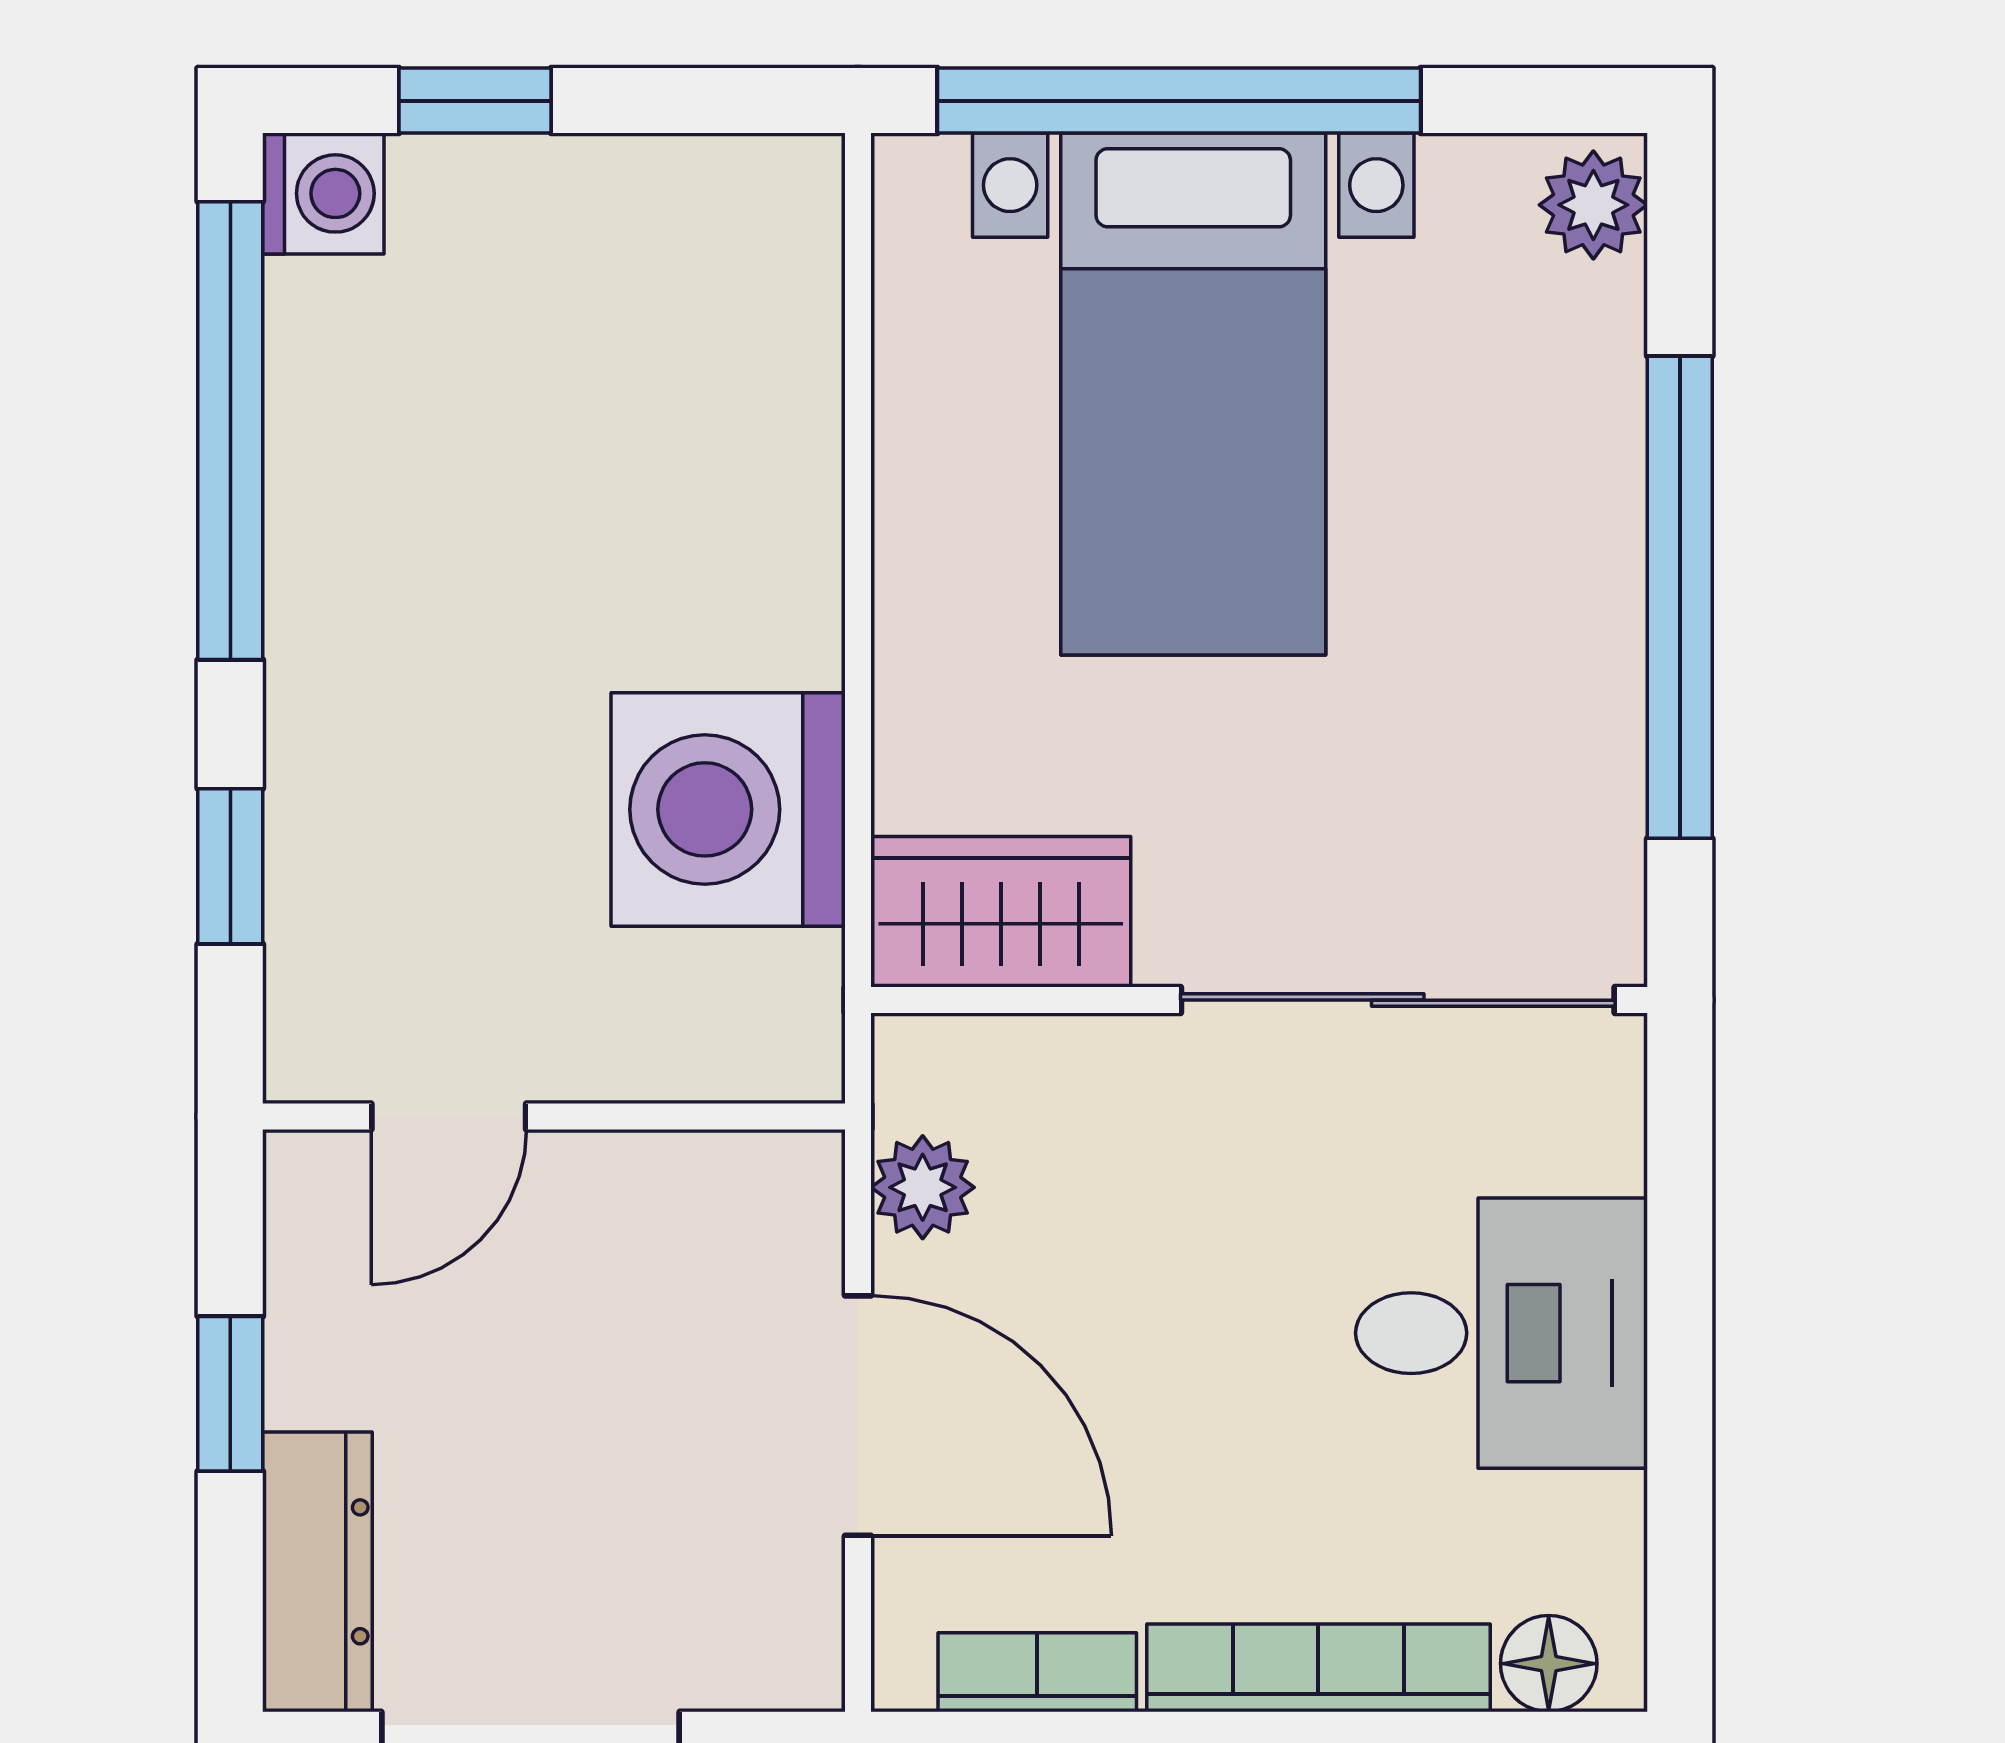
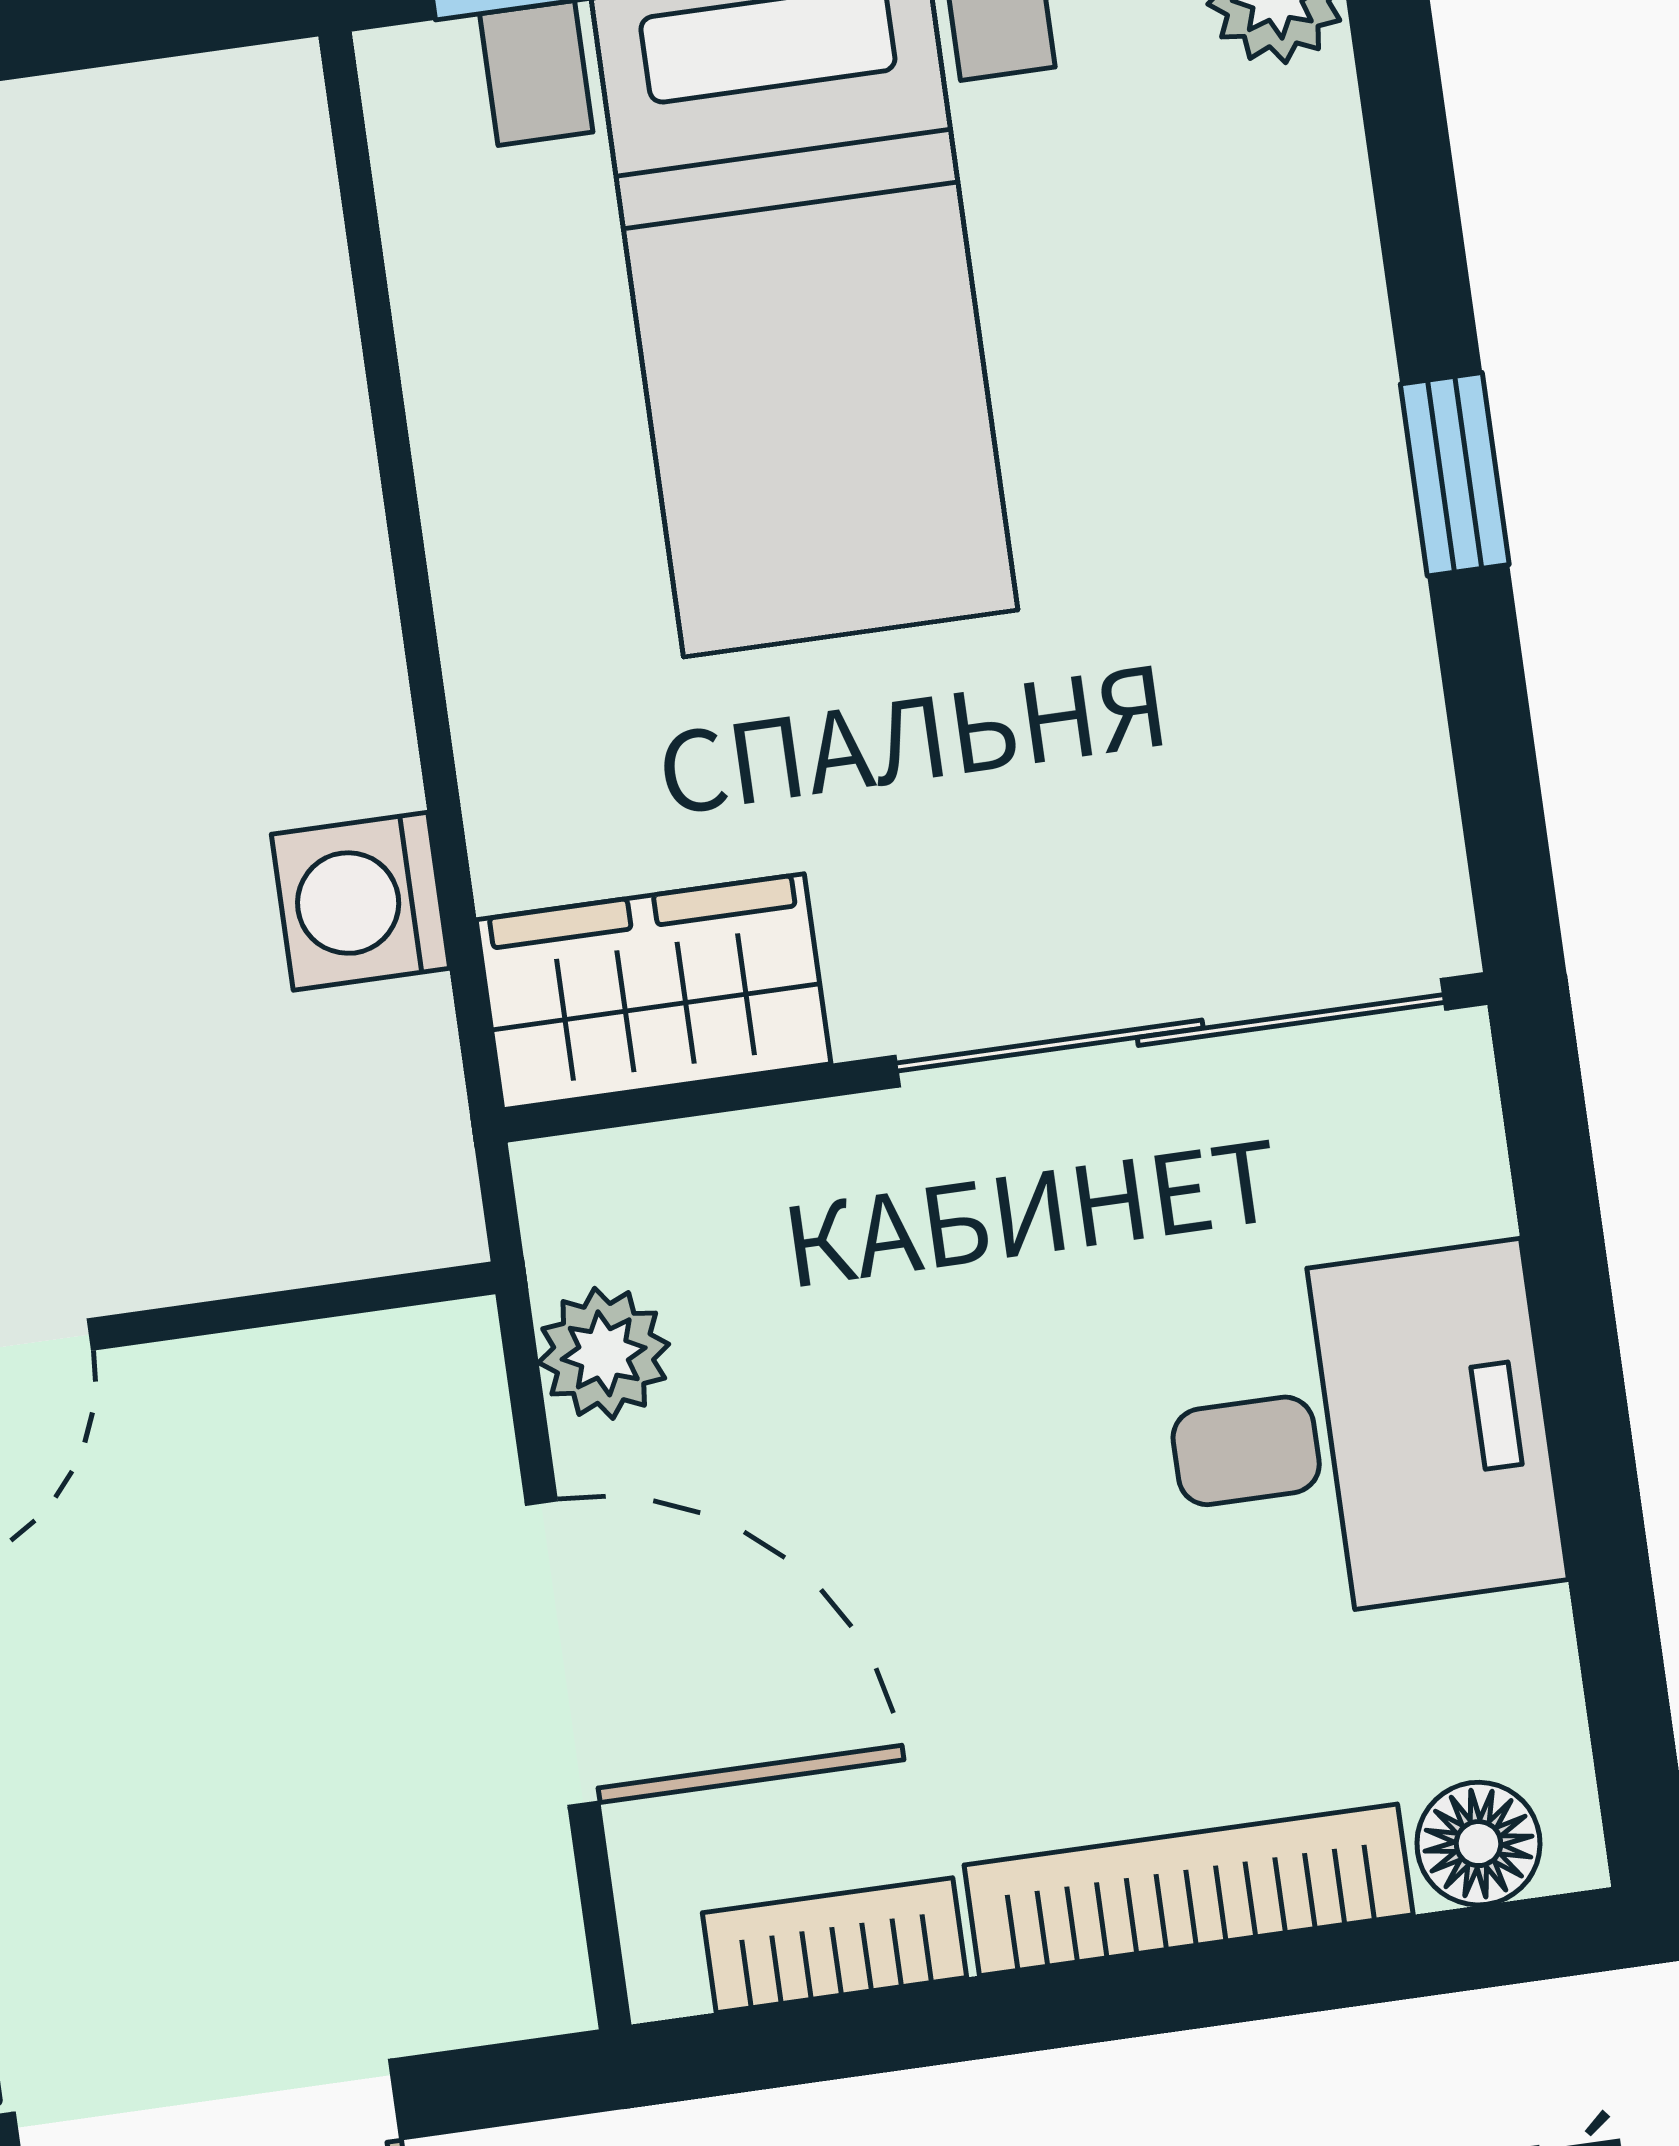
window: (1680, 597) -> (1455, 474), width x0.32
washing machine: (728, 809) -> (361, 901), width x0.53, depth x0.53

